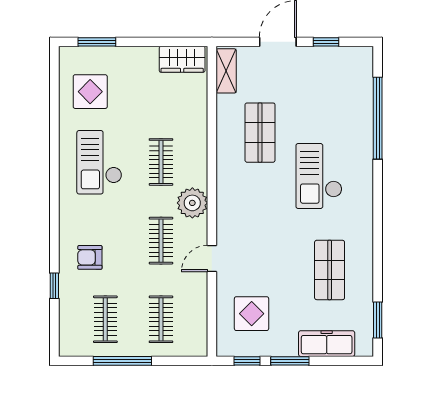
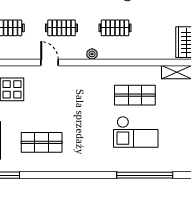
checkout: (319, 176) -> (136, 132), moved, turned 180
plant: (192, 203) -> (92, 54), width x0.53, depth x0.53

